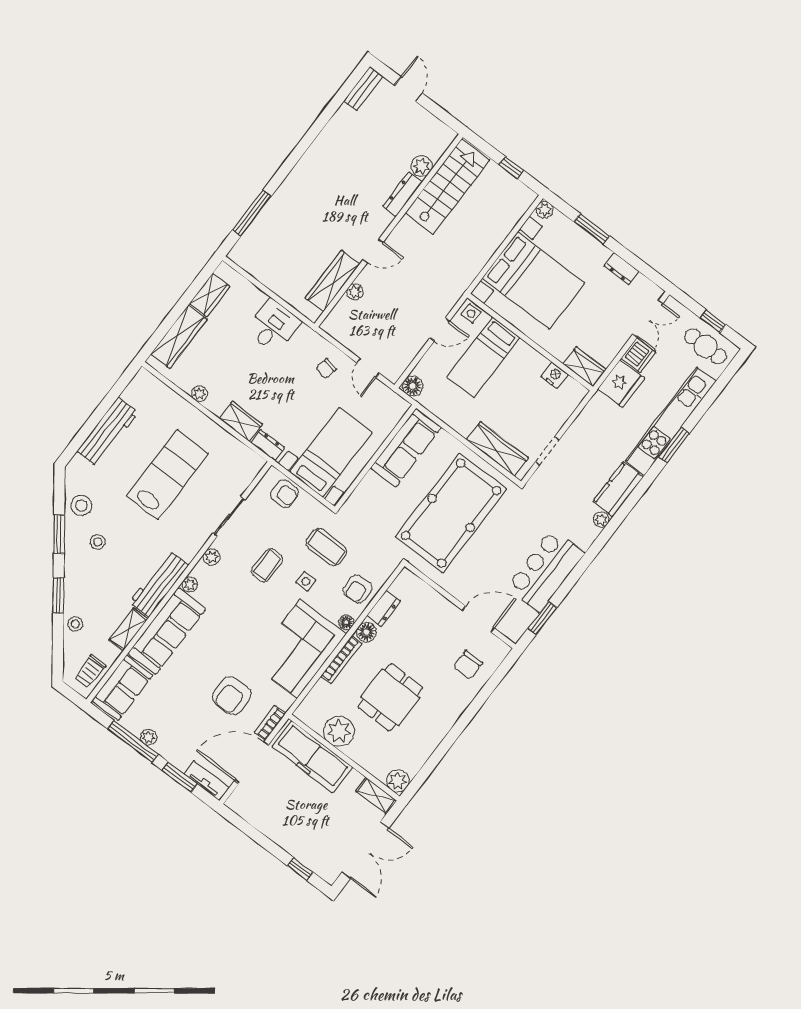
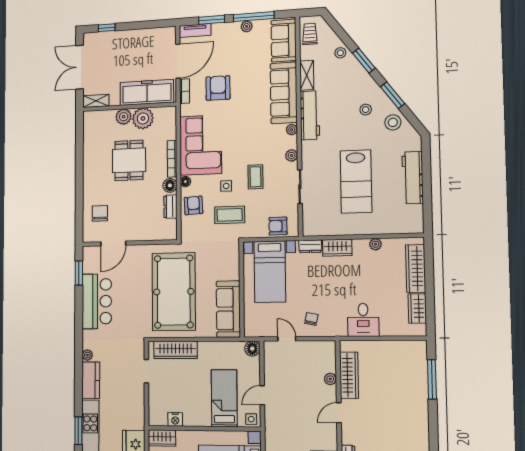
plant: (398, 781) -> (124, 117), moved

